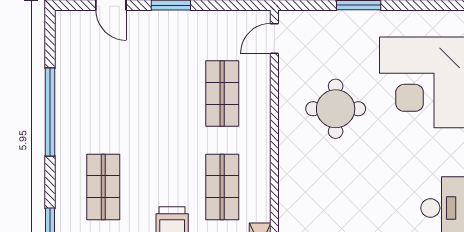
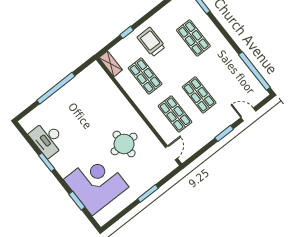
shop shelf: (163, 93) -> (199, 95), added
window: (50, 112) -> (254, 71), moved

